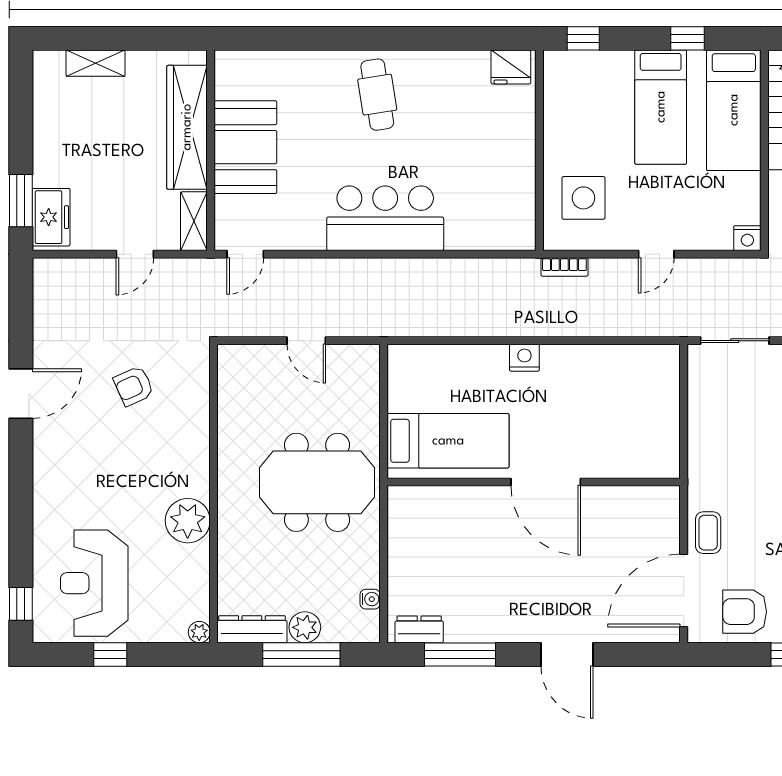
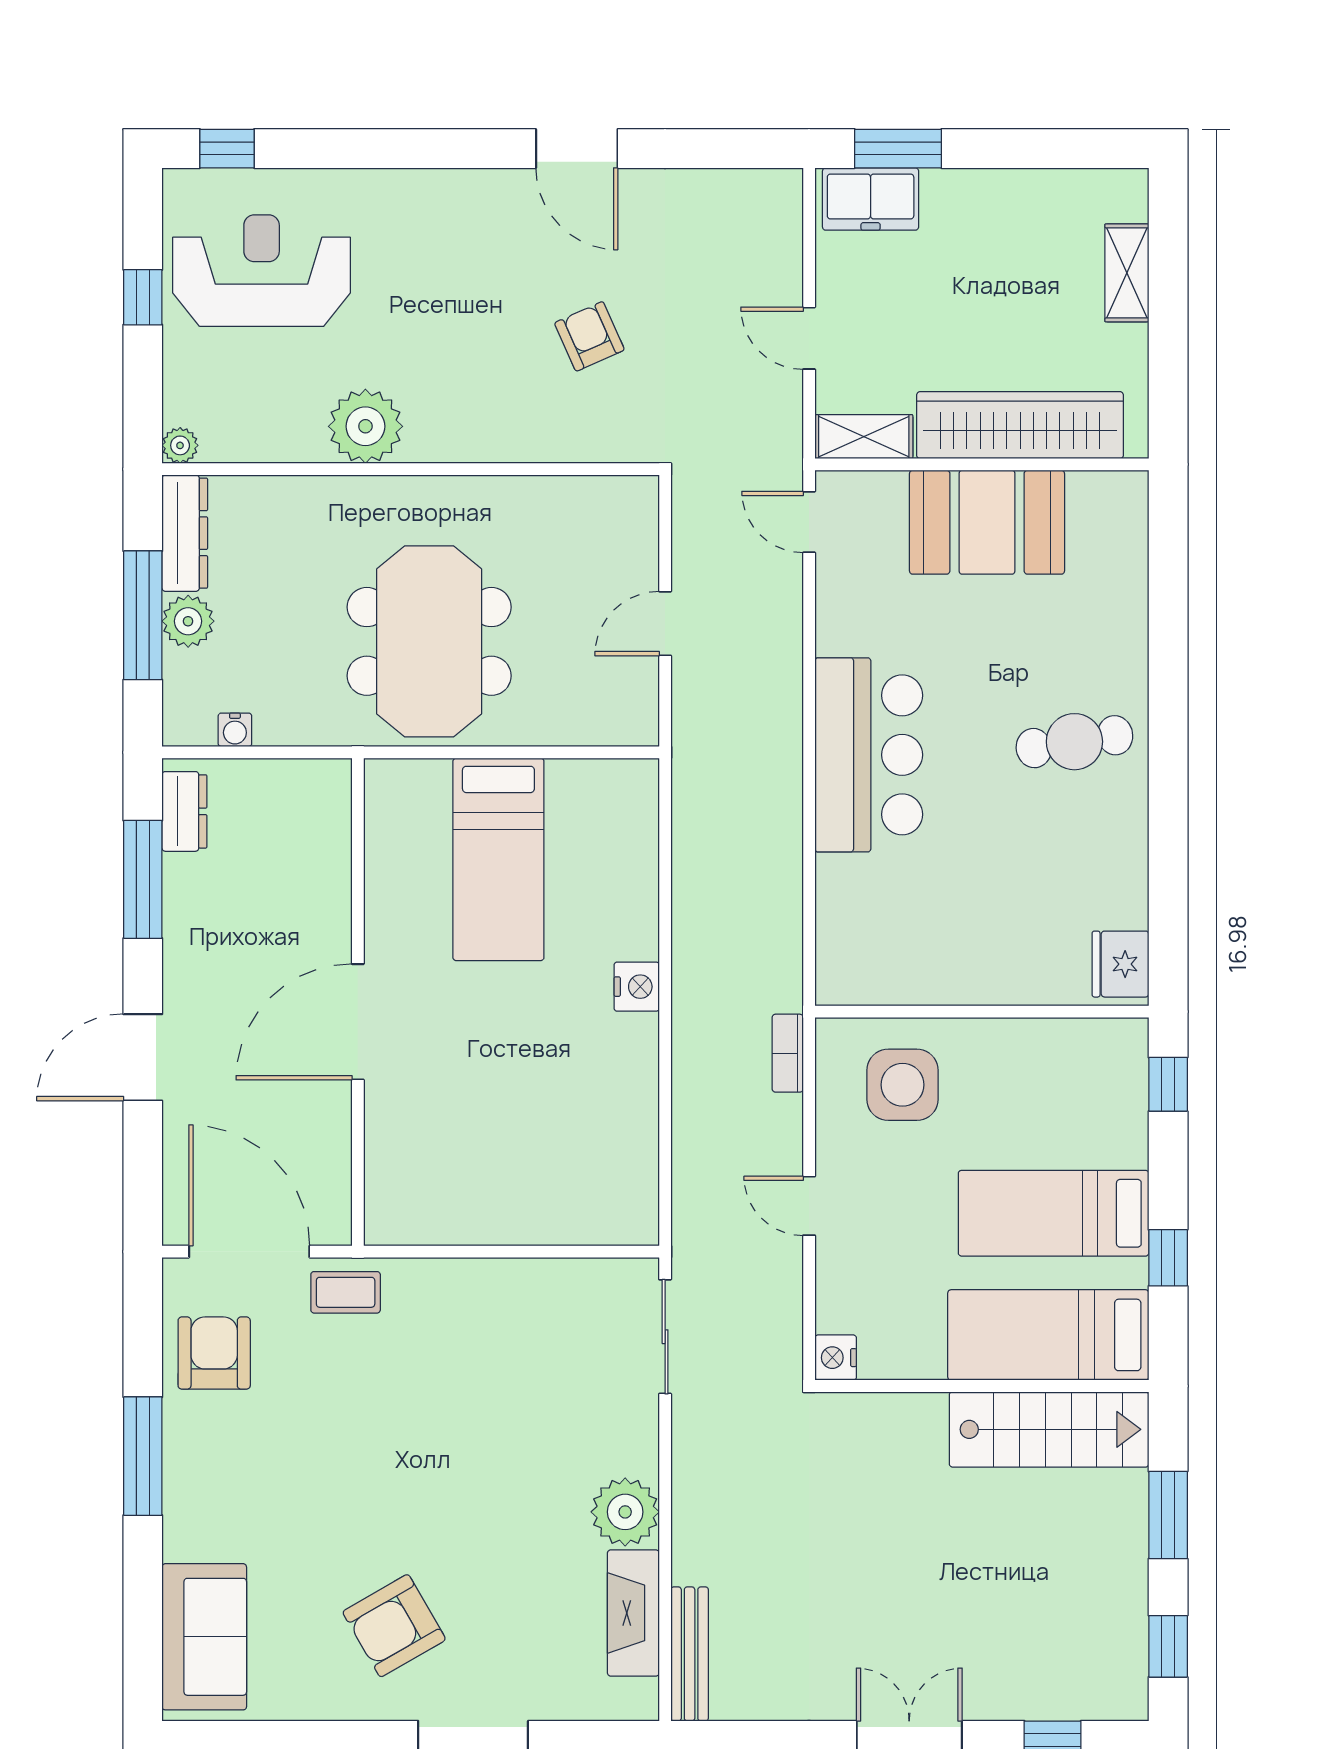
wall: (534, 482) -> (358, 1002), moved
door: (546, 482) -> (358, 1022), moved

